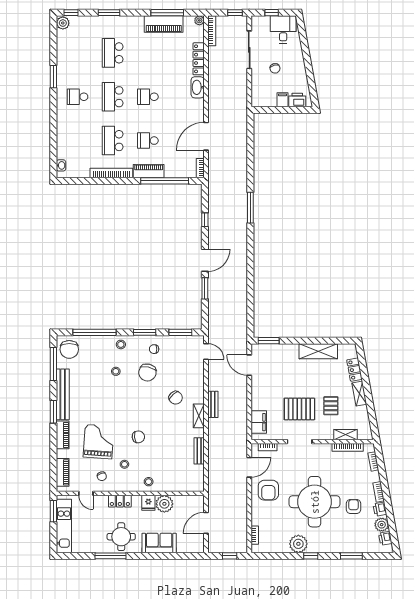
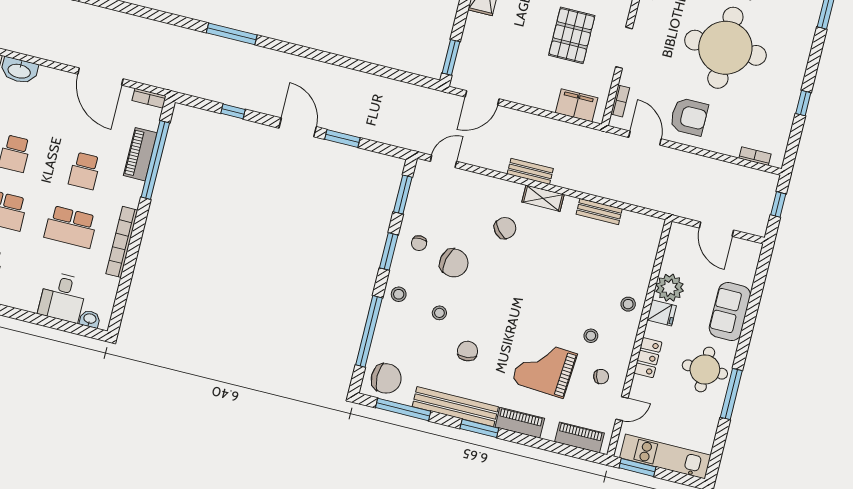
desk: (70, 146) -> (63, 297), added
piano: (149, 171) -> (140, 154), moved
chair: (138, 437) -> (468, 351), moved
plant: (298, 544) -> (786, 90), removed
window: (311, 556) -> (803, 103), moved

